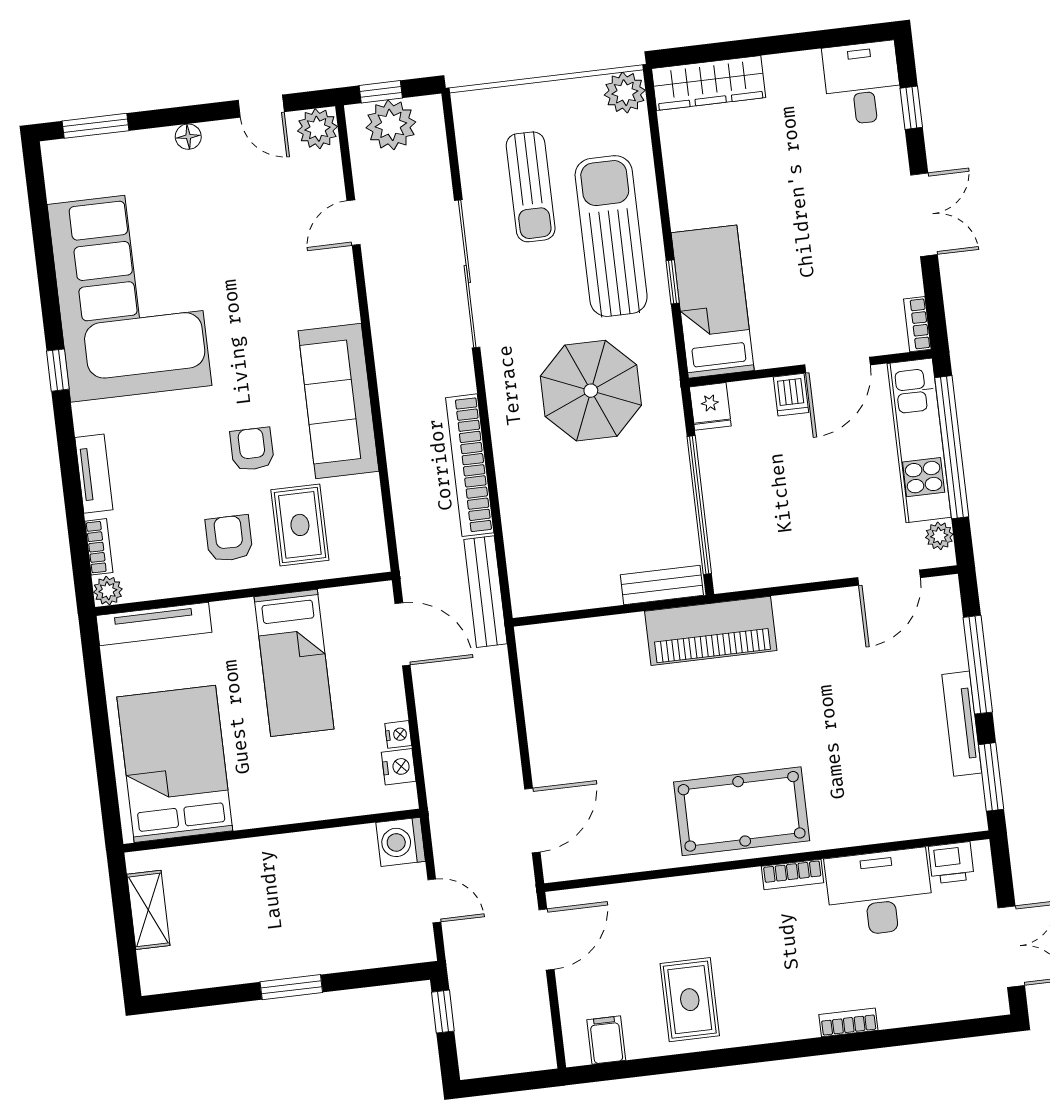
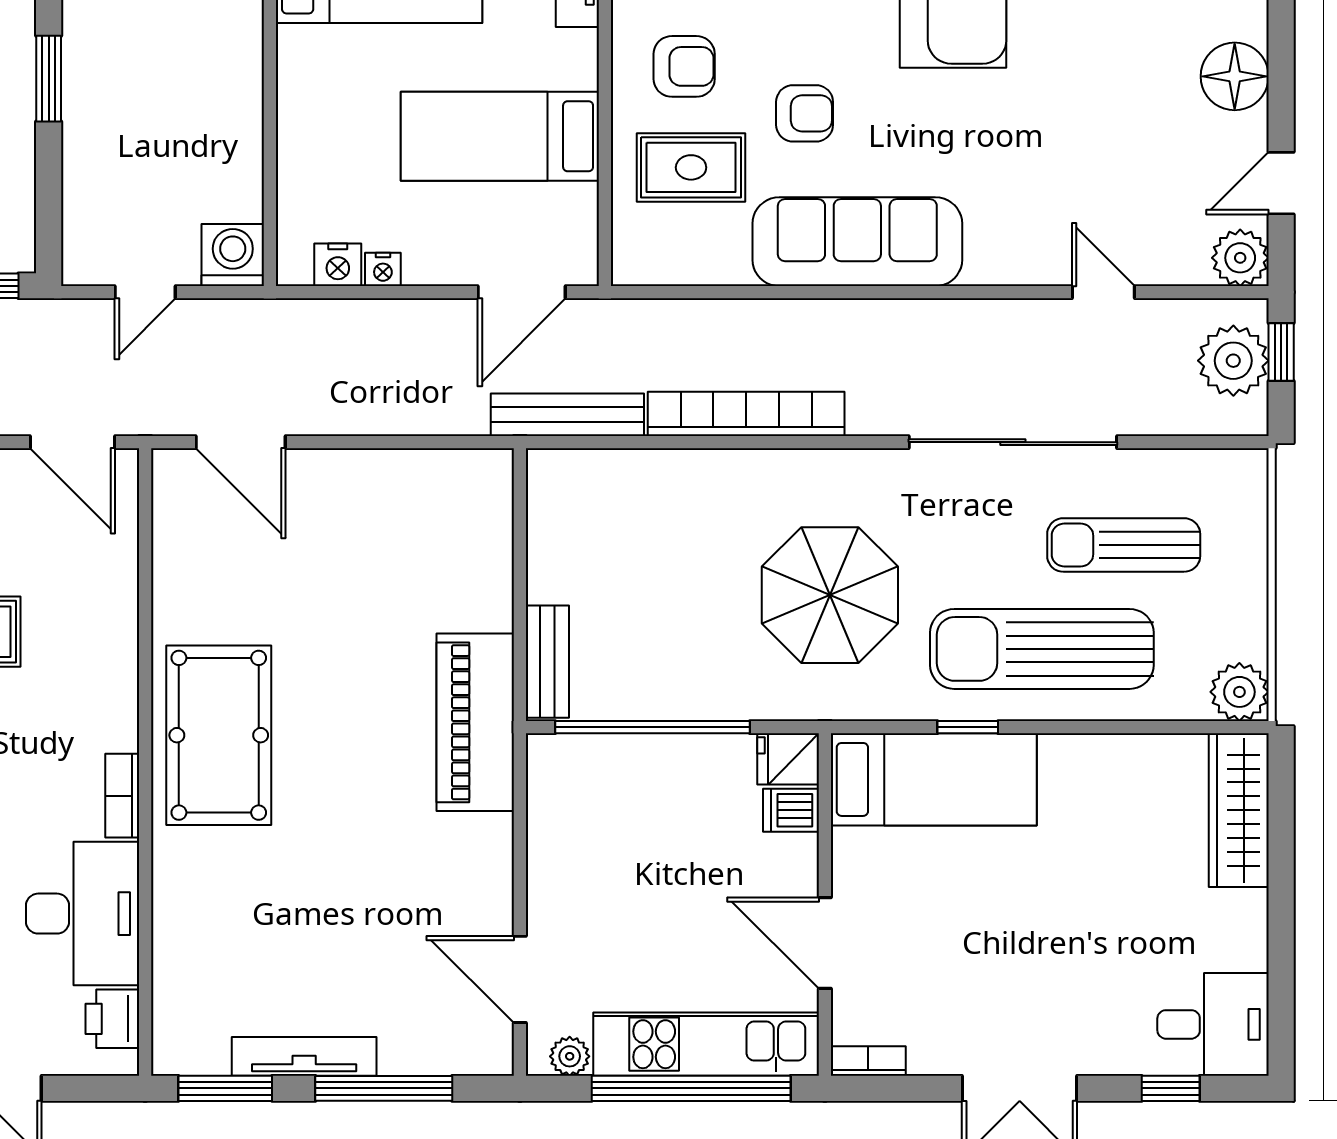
floor lamp: (188, 137) -> (1235, 76), width x1.89, depth x1.89
sun lounger: (611, 236) -> (1042, 649), turned 180
dishwasher: (791, 395) -> (791, 810), moved

